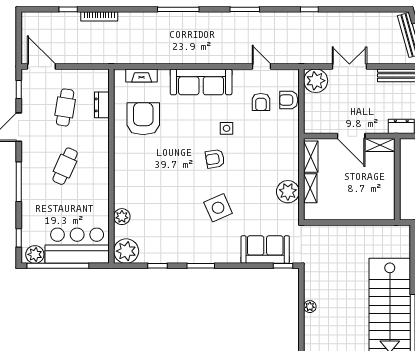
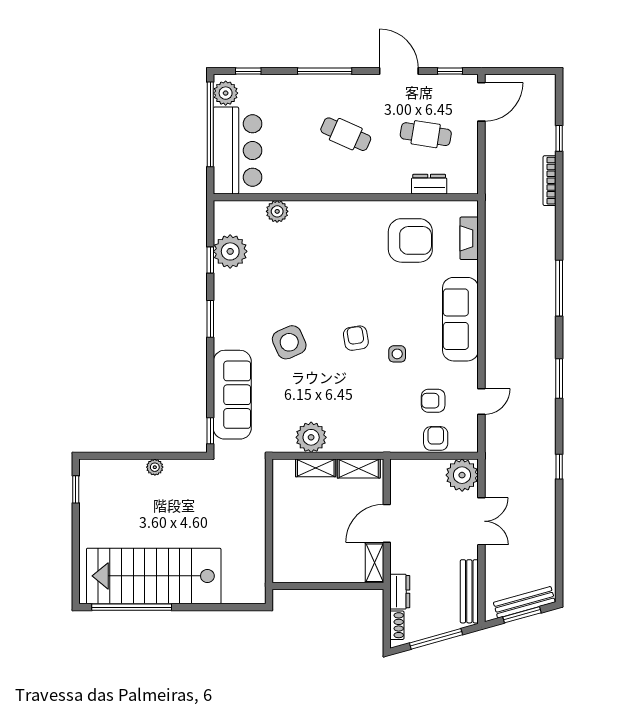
sofa: (265, 250) -> (232, 395), width x1.36
plant: (126, 251) -> (230, 251), moved

